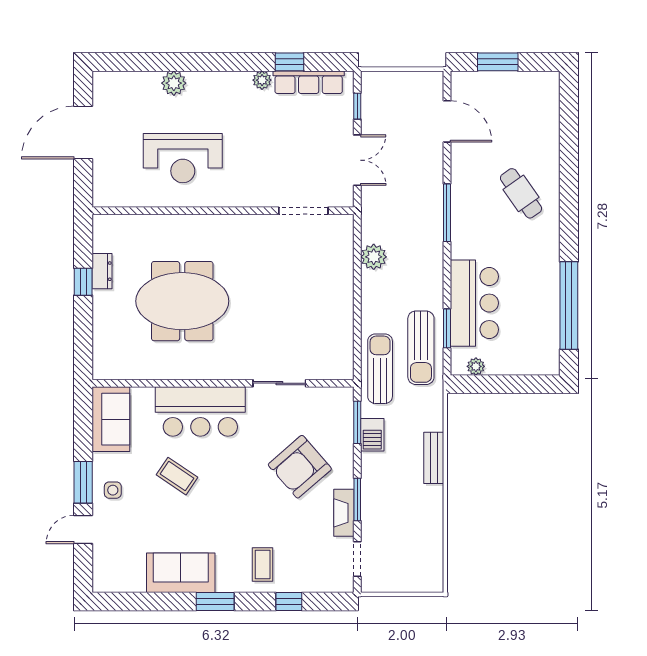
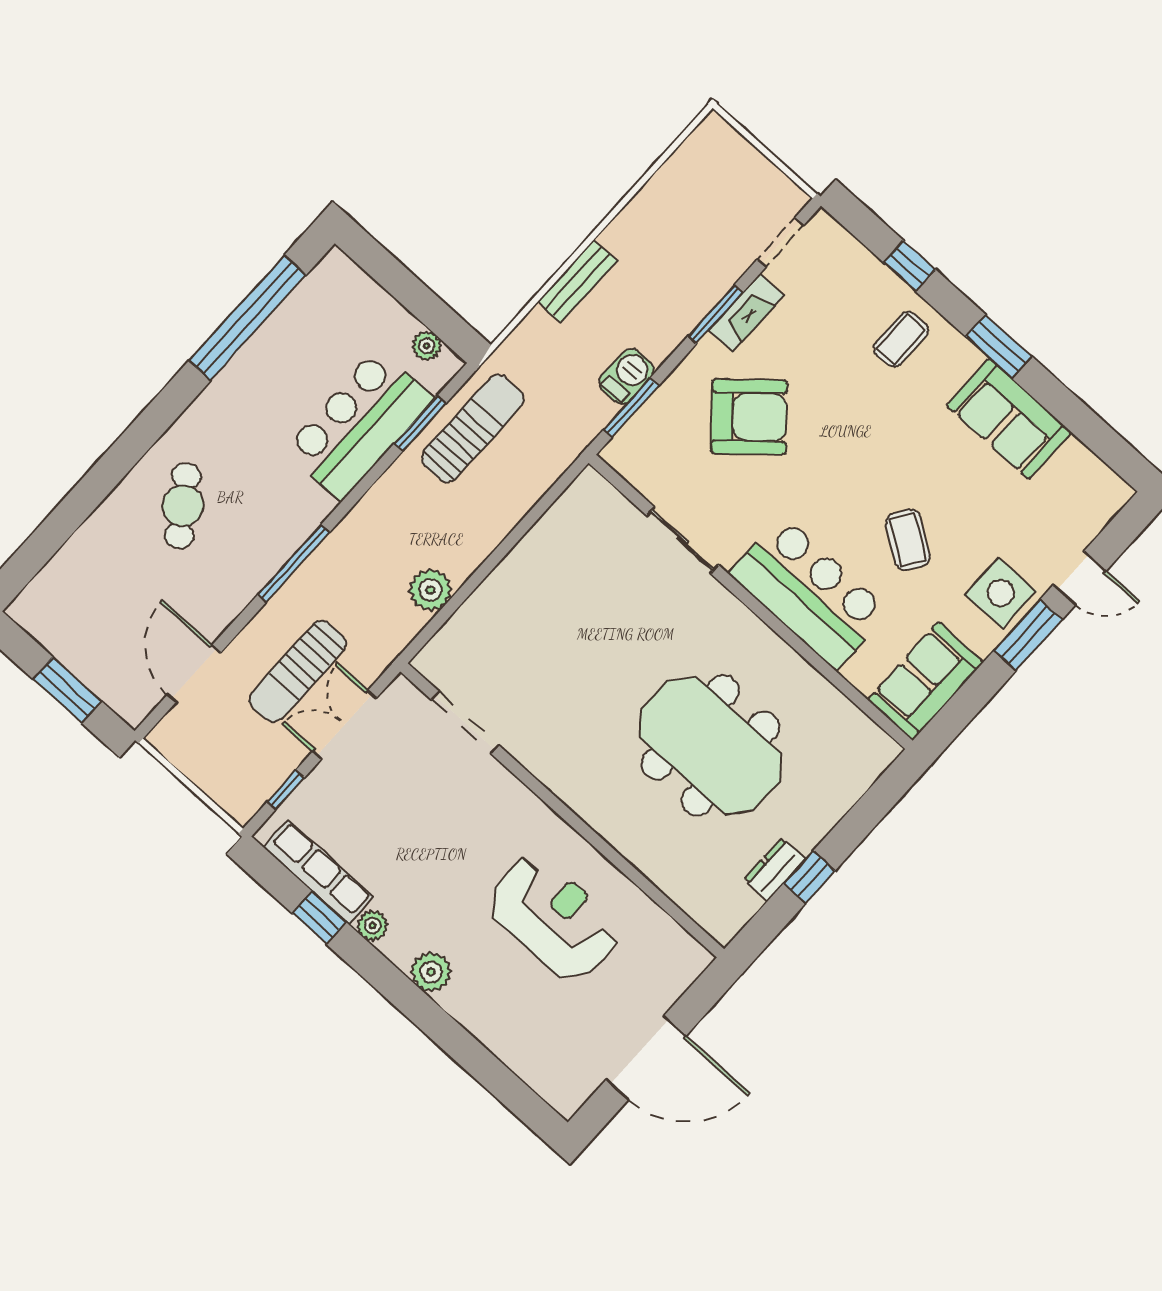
plant: (174, 83) -> (431, 972), moved
sun lounger: (380, 369) -> (298, 671), moved
side table: (113, 490) -> (1001, 593), width x1.87, depth x1.87

